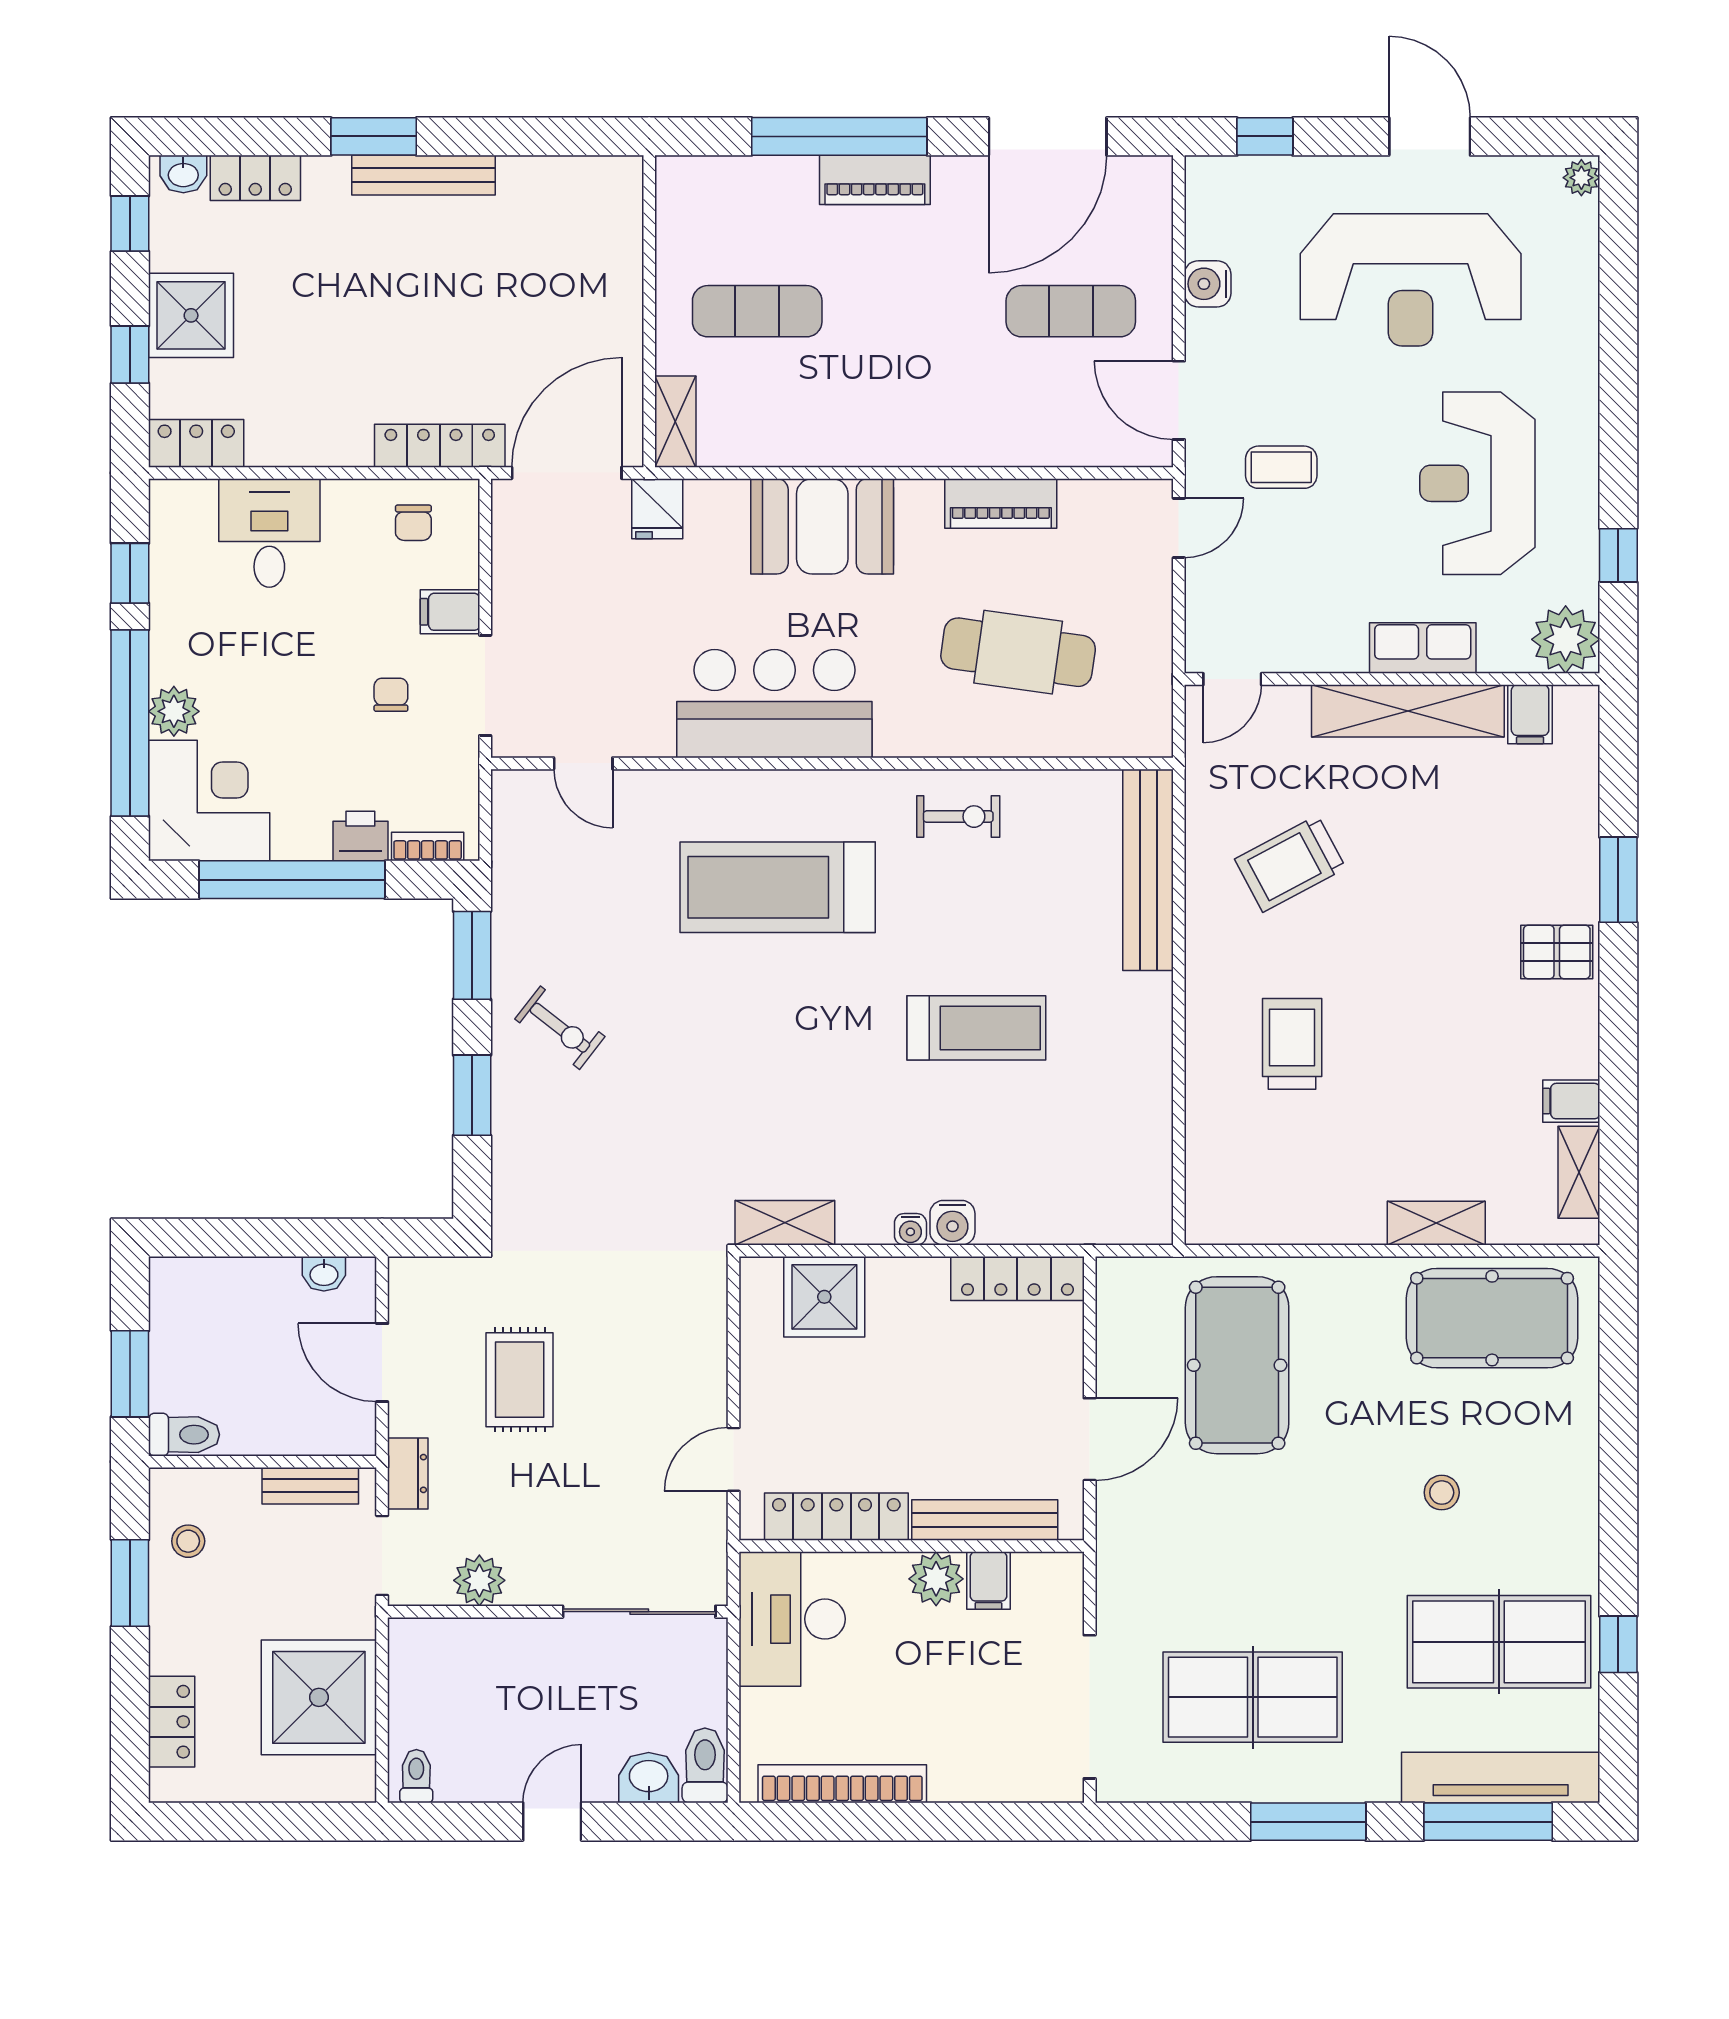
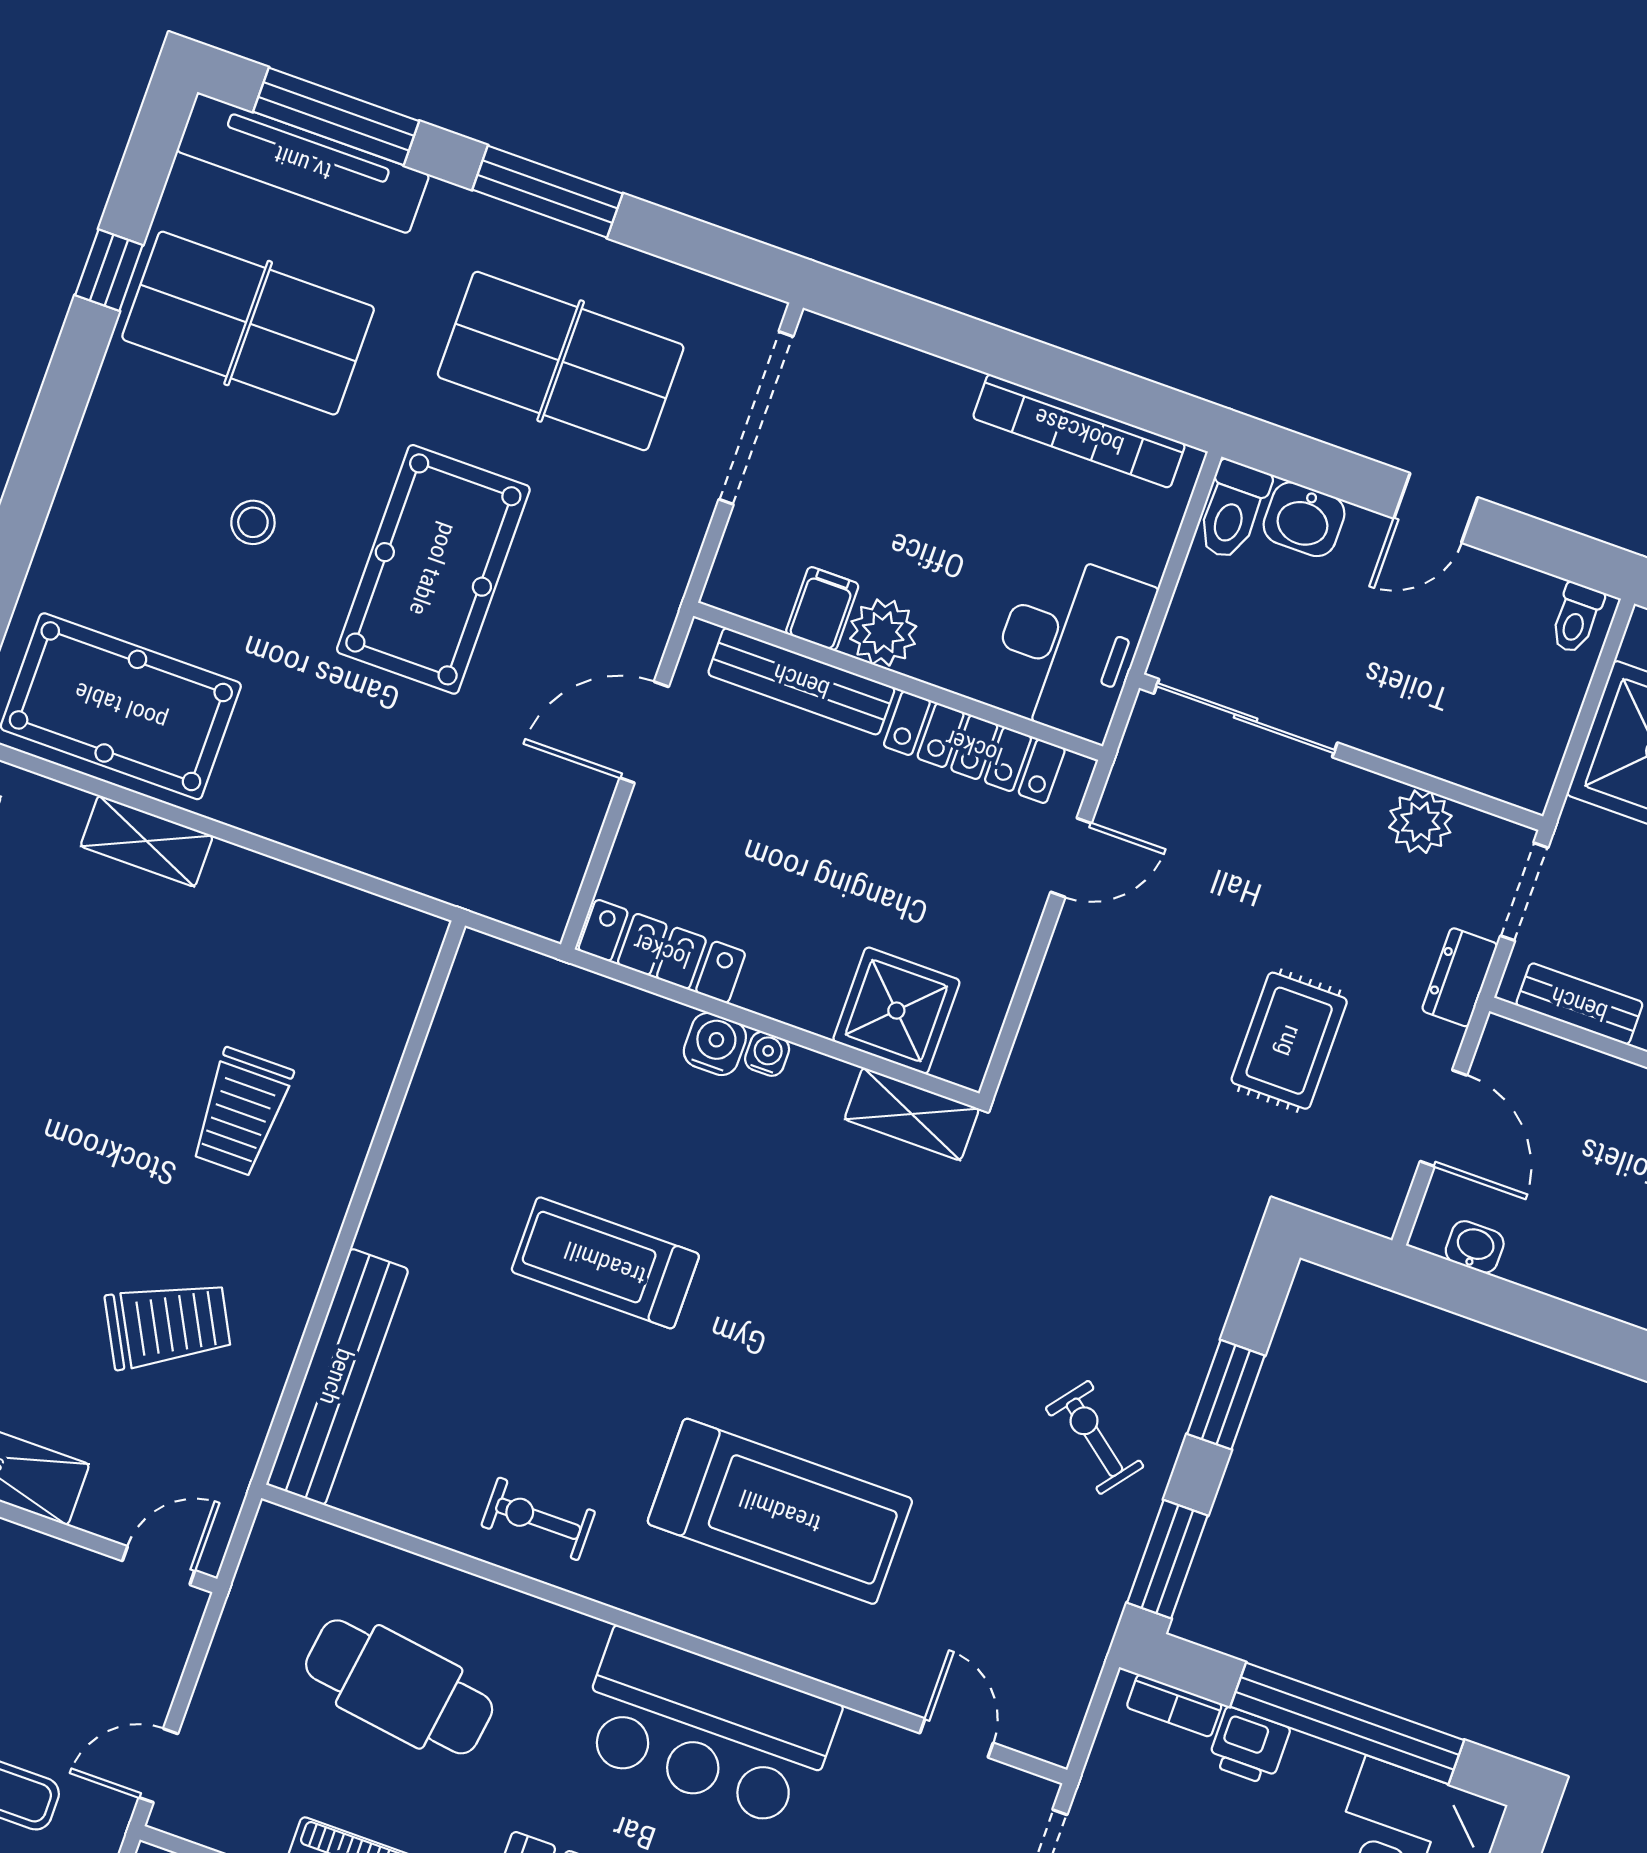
pool table: (1237, 1365) -> (433, 569), moved

